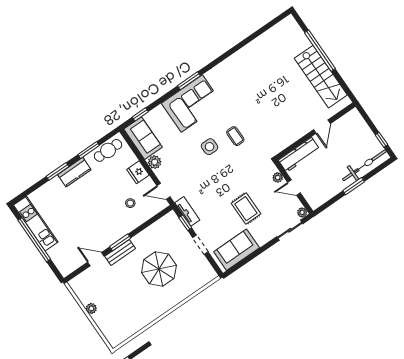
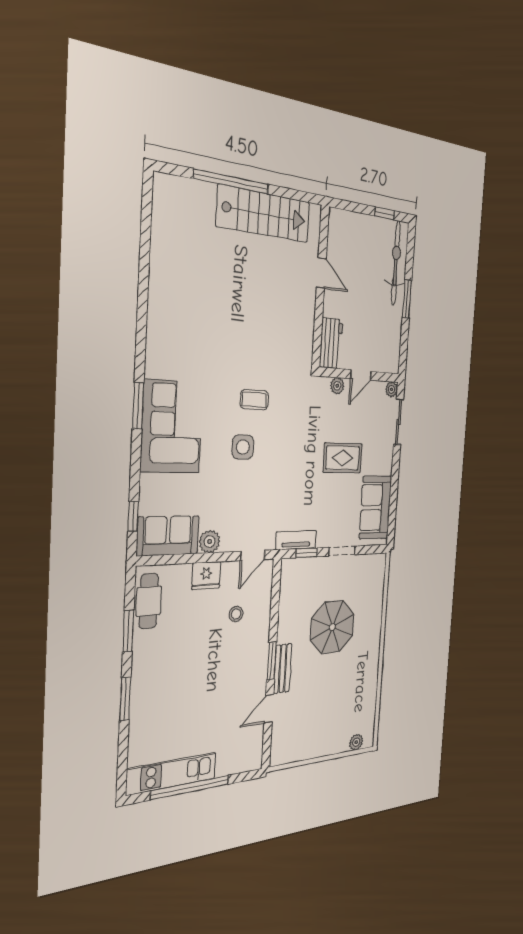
workbench: (299, 155) -> (331, 343), width x0.73
kitchen counter: (74, 172) -> (143, 673), removed
plant: (91, 308) -> (356, 742), moved

